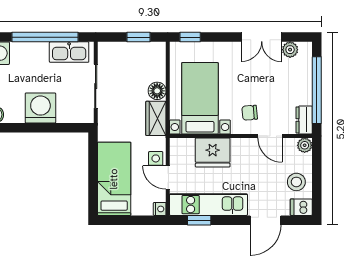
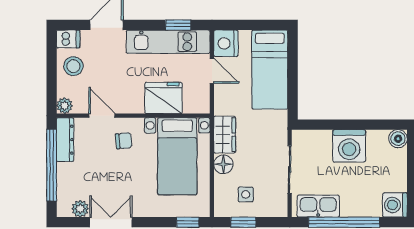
dresser: (304, 120) -> (65, 140), width x1.44
side table: (156, 158) -> (246, 194), moved
nightstand: (160, 209) -> (226, 43), width x1.89, depth x1.79

